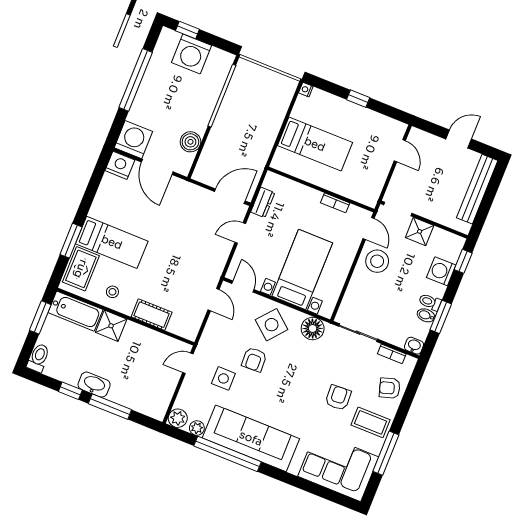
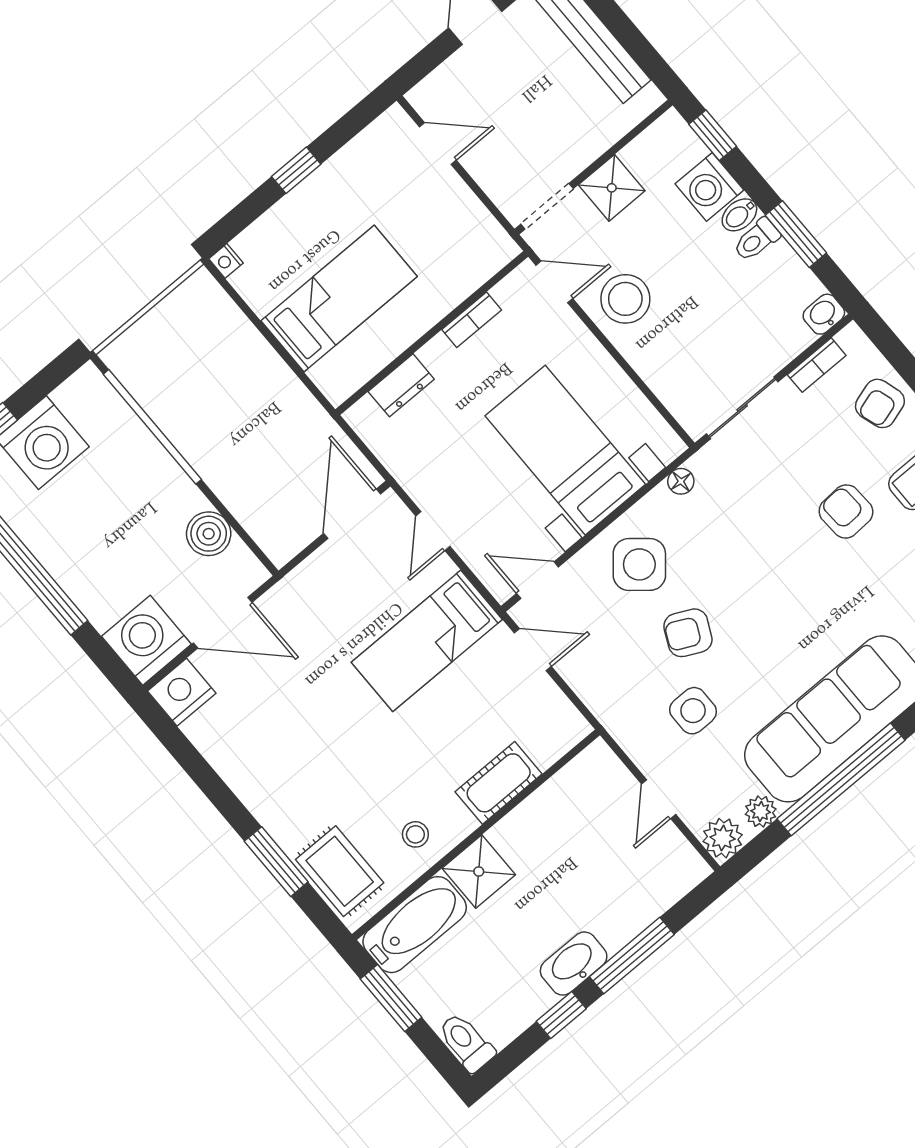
dresser: (263, 202) -> (401, 385), moved, turned 90
bed: (112, 242) -> (427, 641), moved, turned 180
bidet: (426, 315) -> (739, 215), moved
floor lamp: (313, 329) -> (681, 481), width x0.53, depth x0.53
armchair: (254, 359) -> (688, 633), turned 118
door: (188, 363) -> (659, 799), moved

